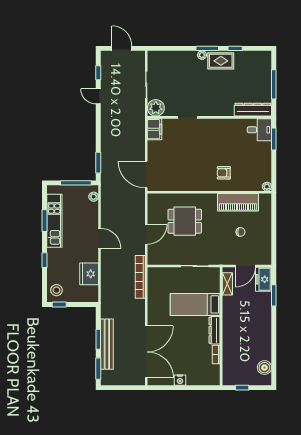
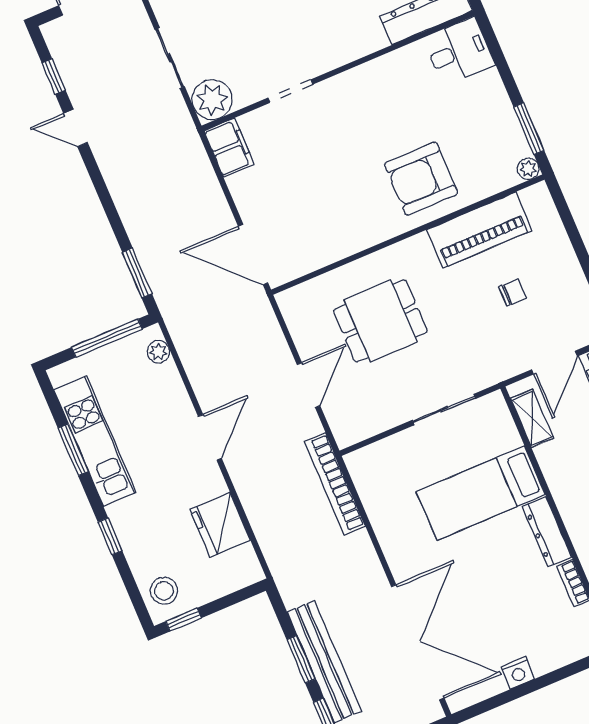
window: (274, 139) -> (529, 129), moved
armchair: (224, 173) -> (421, 179), width x1.88, depth x1.88
door: (99, 238) -> (210, 437), hinge flipped

